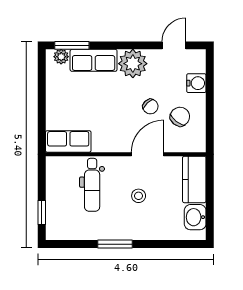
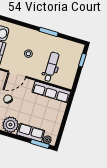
row of seats: (68, 141) -> (51, 92), width x1.48

